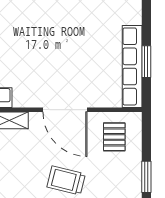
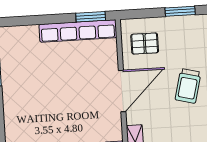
window: (146, 62) -> (91, 17), moved

